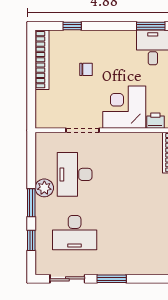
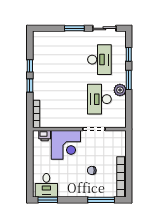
window: (72, 26) -> (101, 200), width x2.17
desk: (75, 174) -> (99, 99), turned 180
desk: (75, 233) -> (99, 60), turned 90

